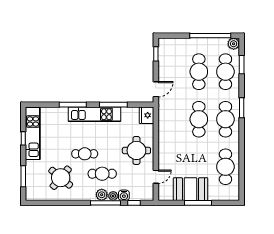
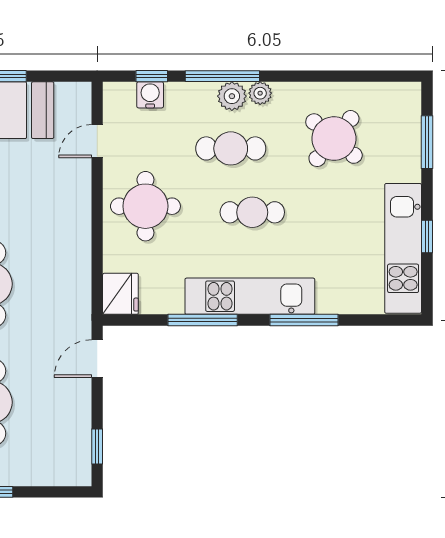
cafe table: (85, 154) -> (252, 212), moved
water cooler: (124, 195) -> (150, 95), moved
plant: (113, 196) -> (260, 93), moved

